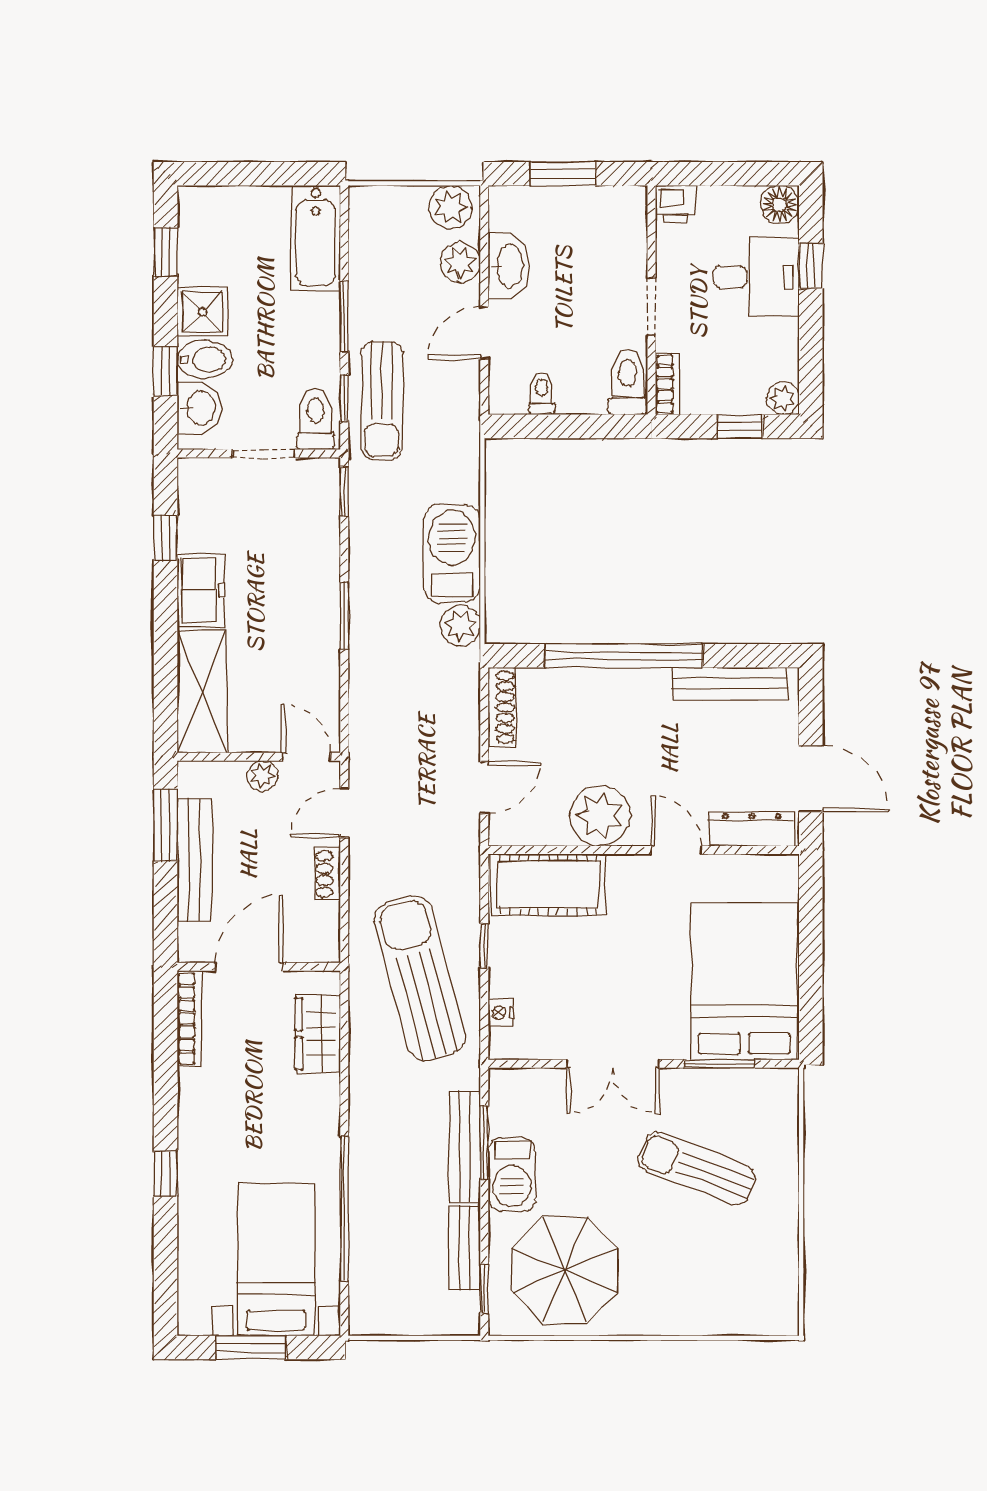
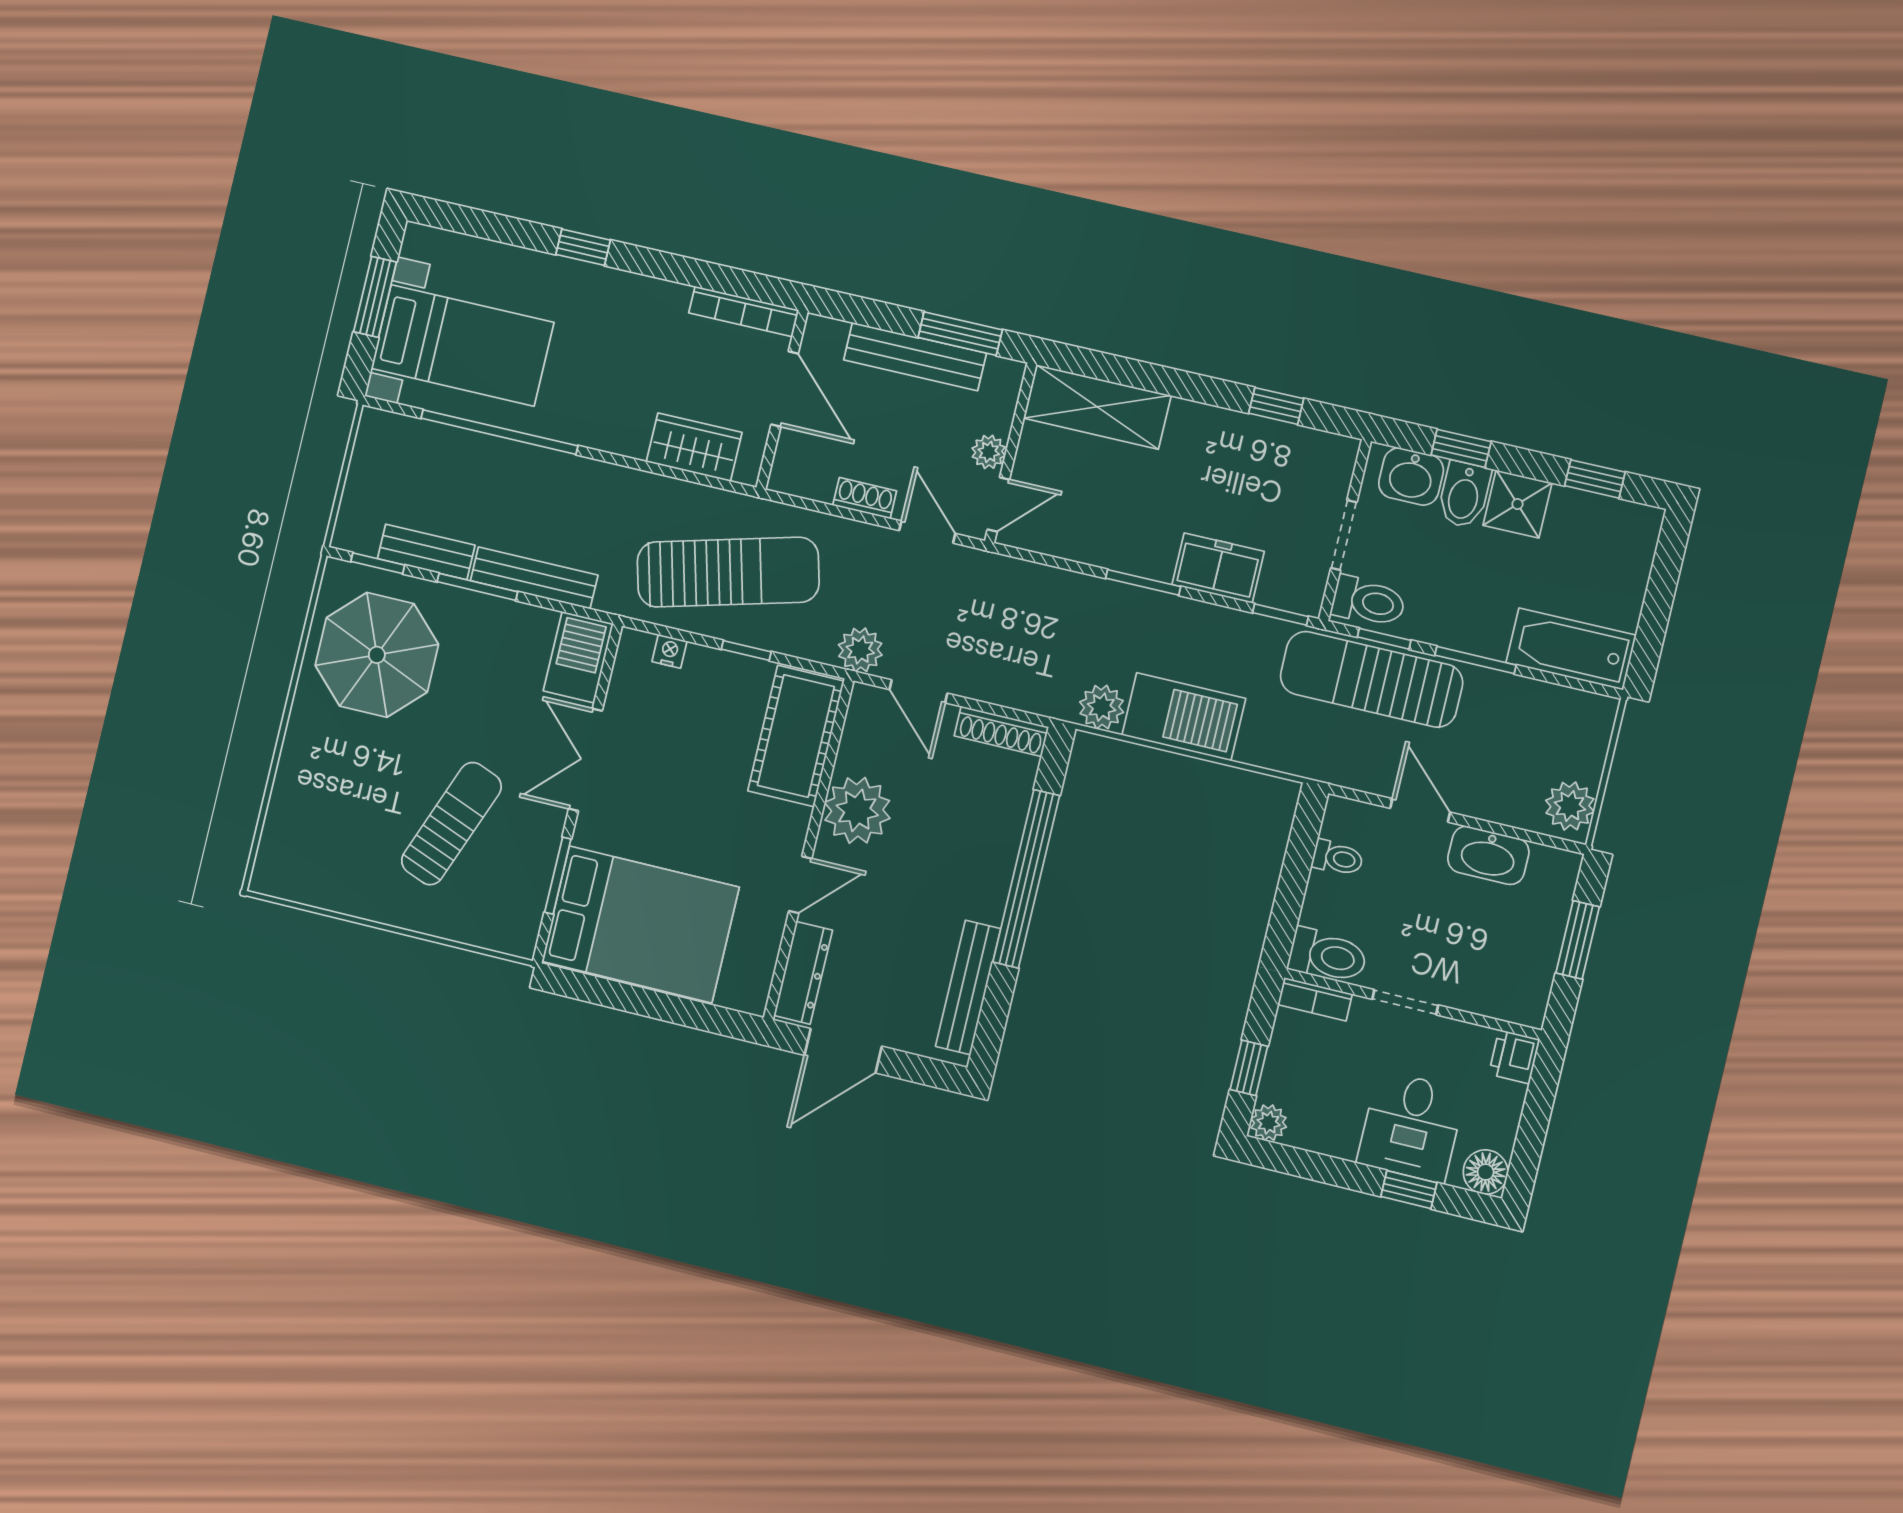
plant: (460, 263) -> (860, 650), moved
sun lounger: (382, 401) -> (1371, 679), width x1.36, depth x1.34
freezer: (201, 590) -> (1218, 568), moved, turned 180
window: (484, 1142) -> (477, 587), moved
barbecue: (512, 1174) -> (578, 657), moved, turned 90

